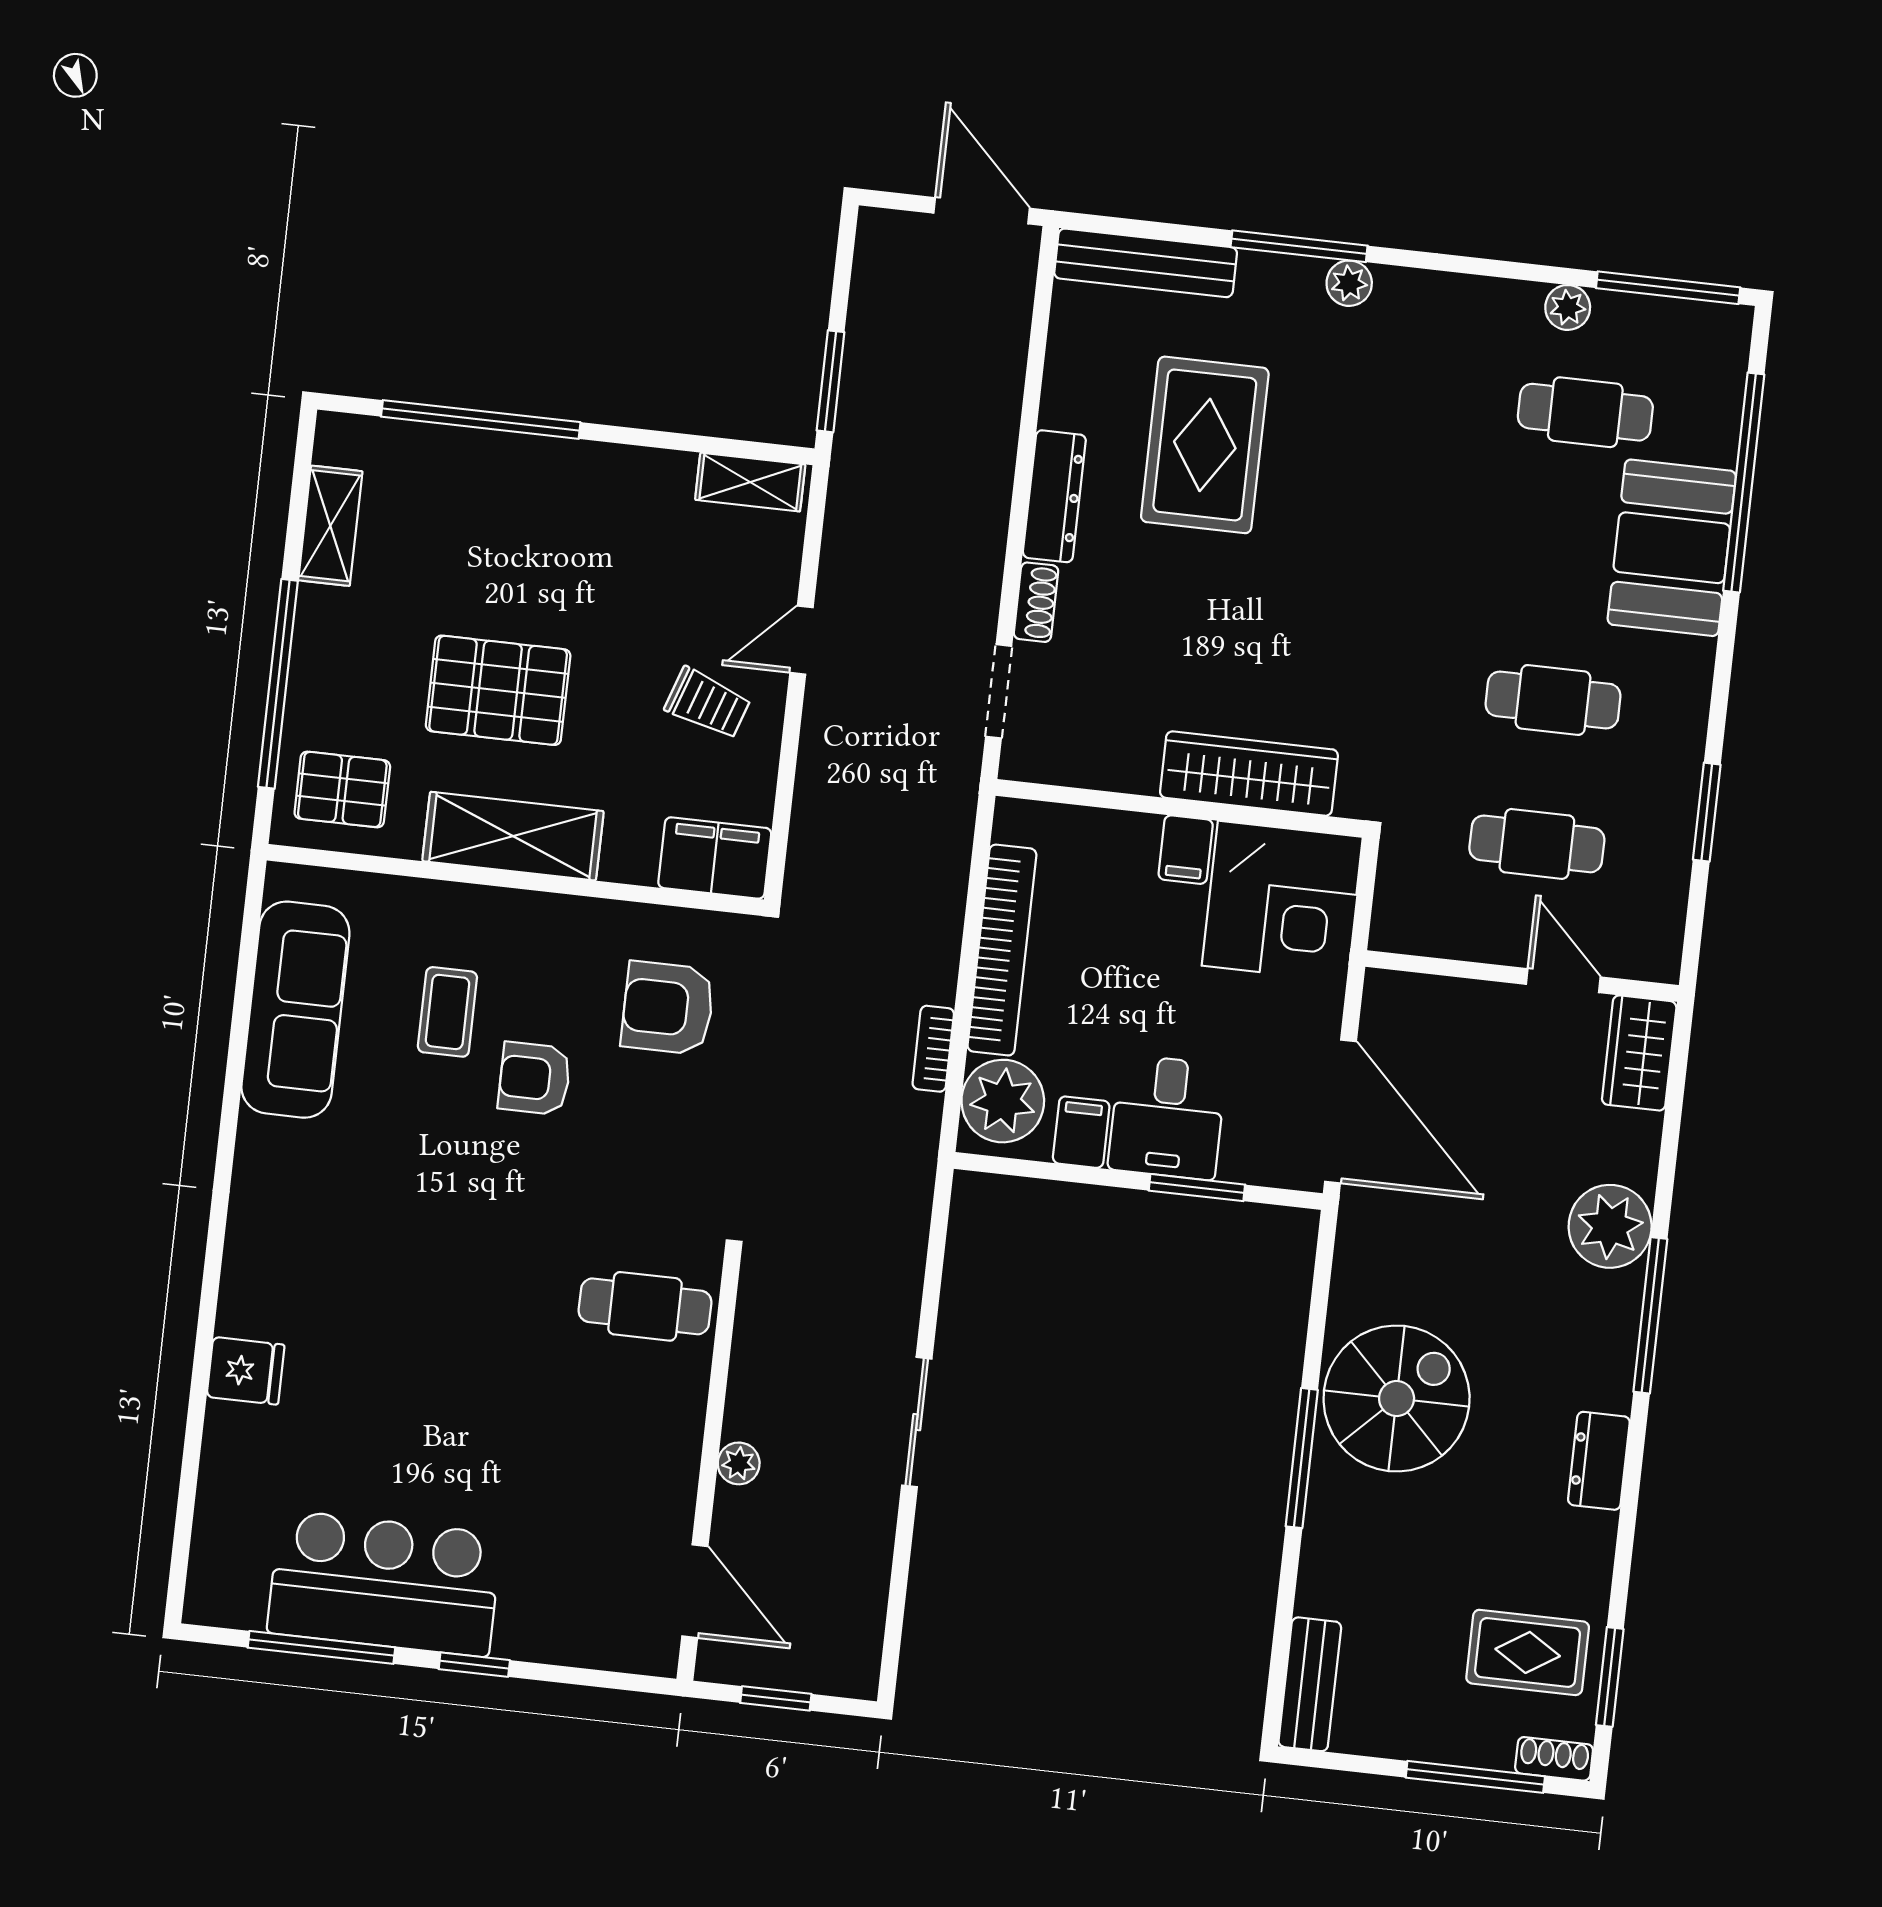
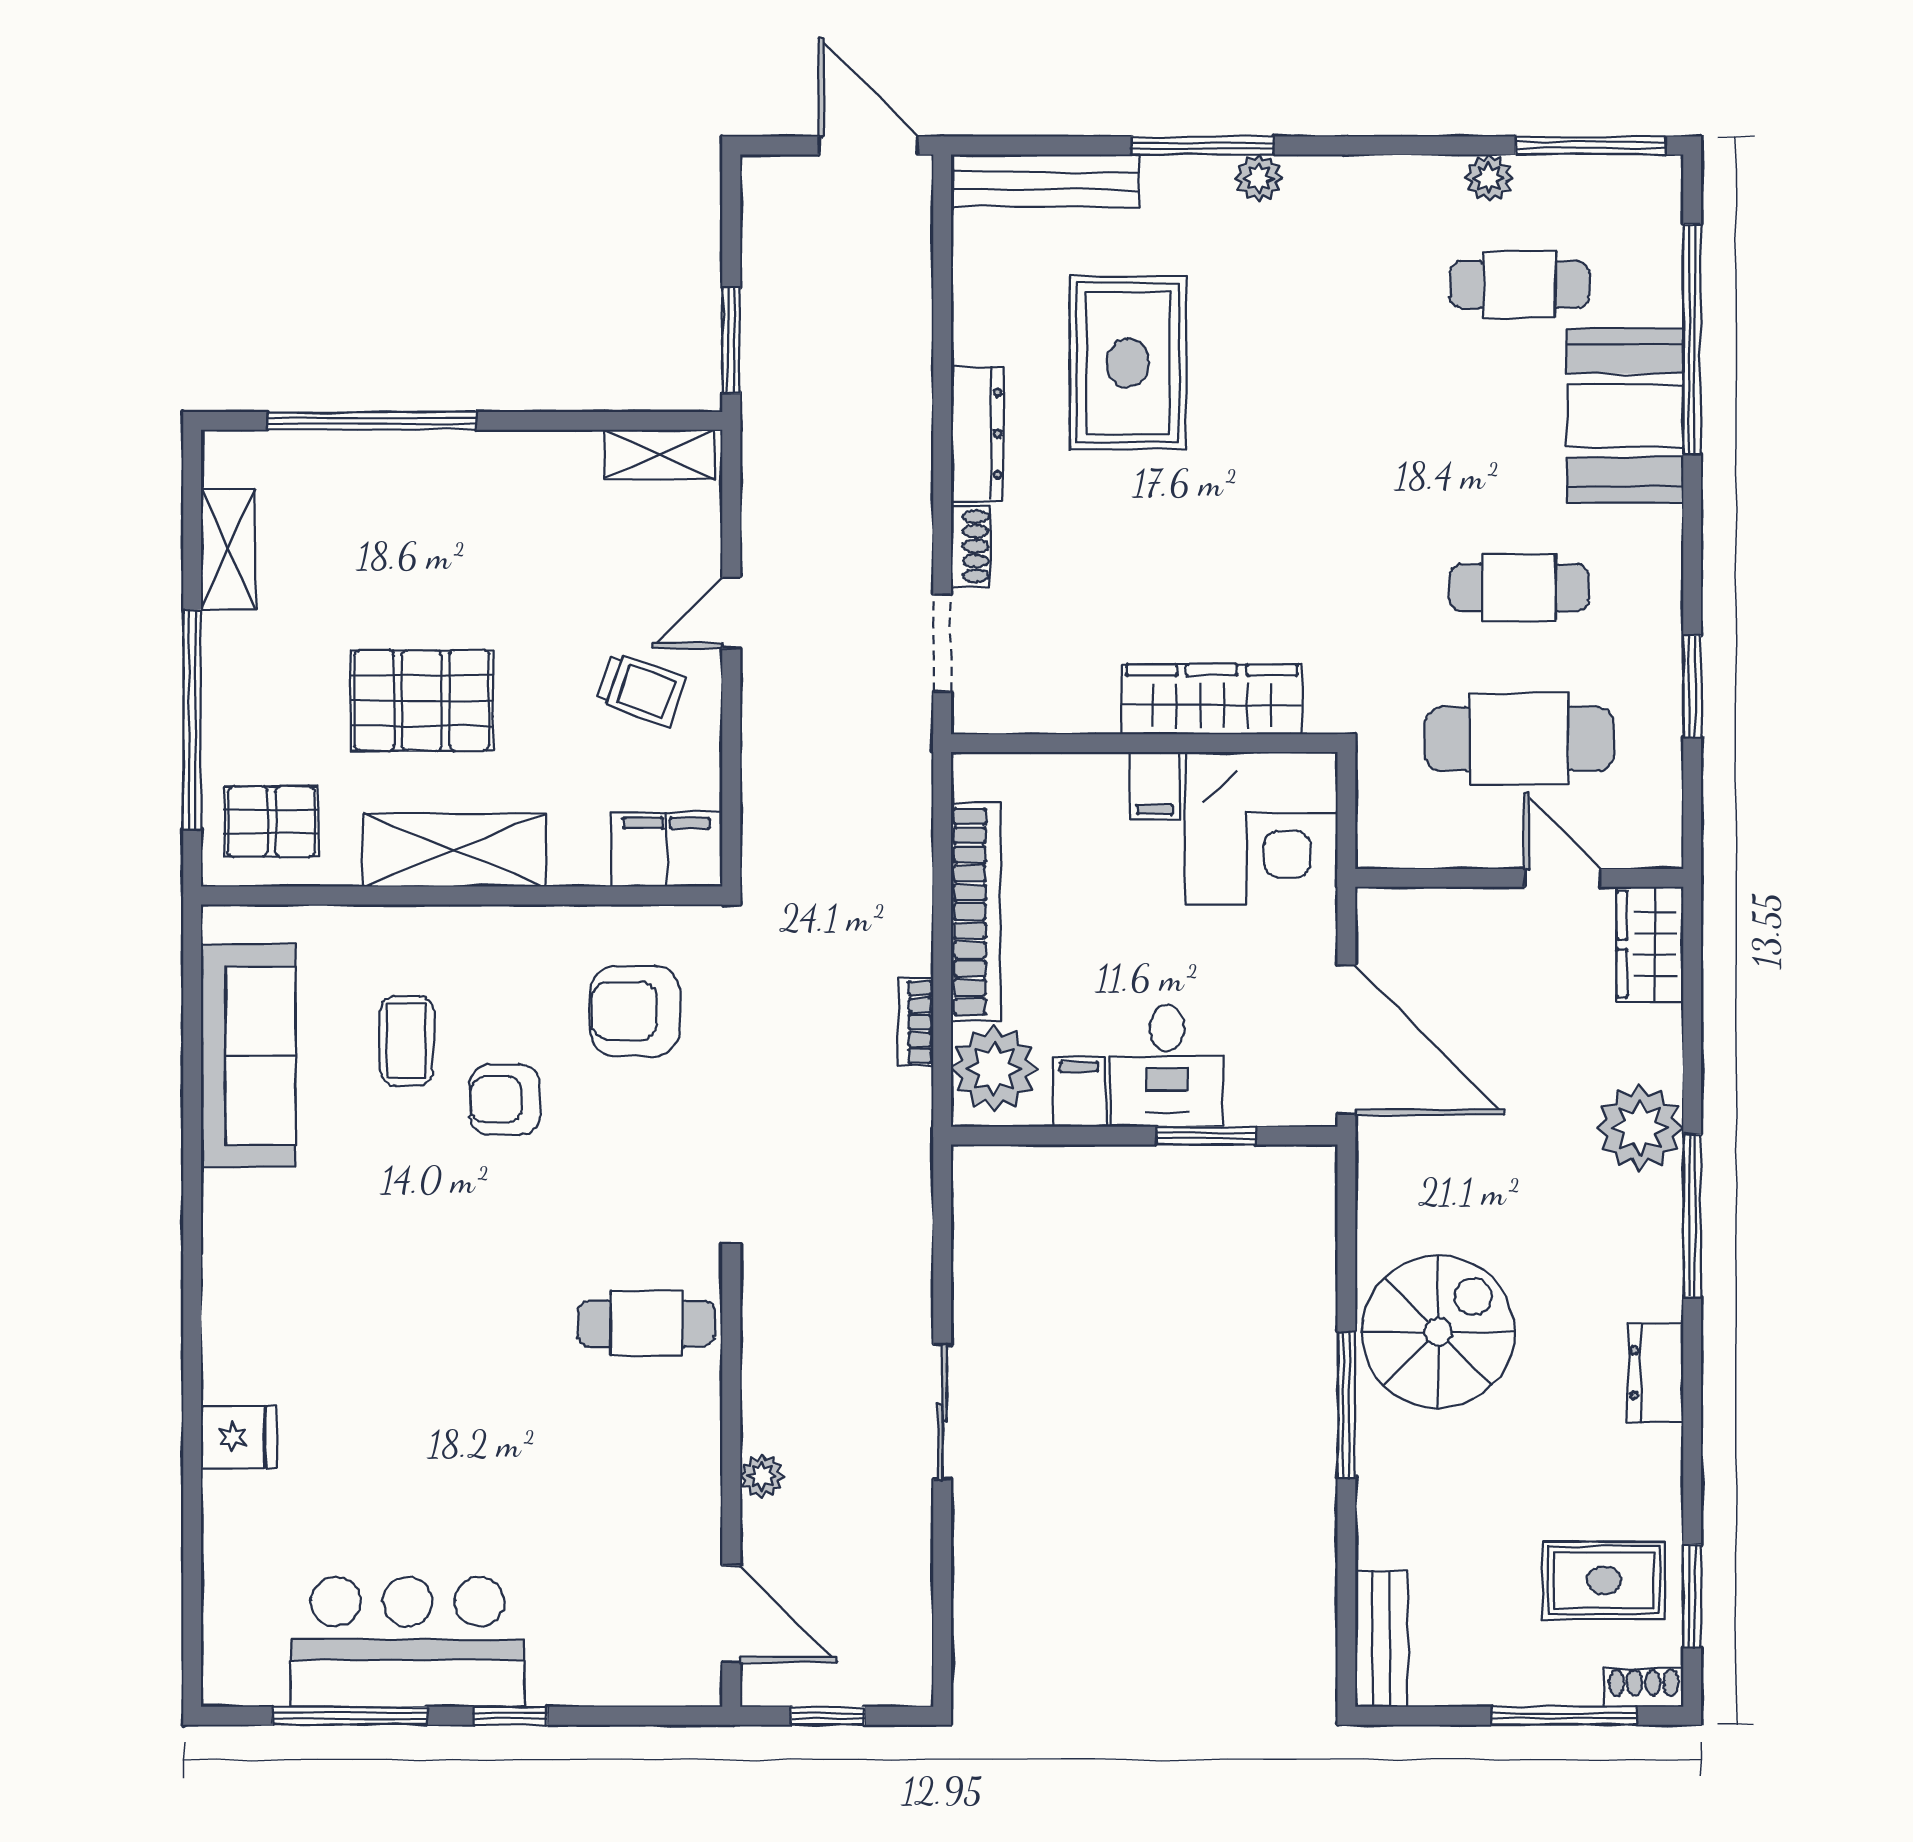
cafe table: (1537, 844) -> (1519, 739), width x1.37, depth x1.35

